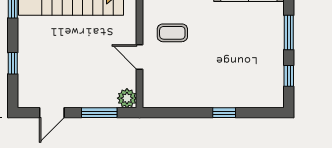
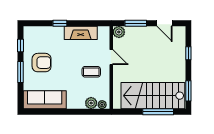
armchair: (254, 48) -> (42, 63), added
fireplace: (190, 97) -> (81, 33), added
door: (52, 113) -> (165, 23), swing flipped

